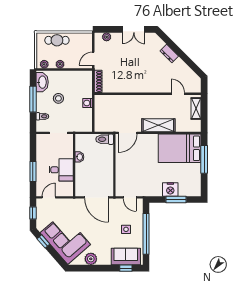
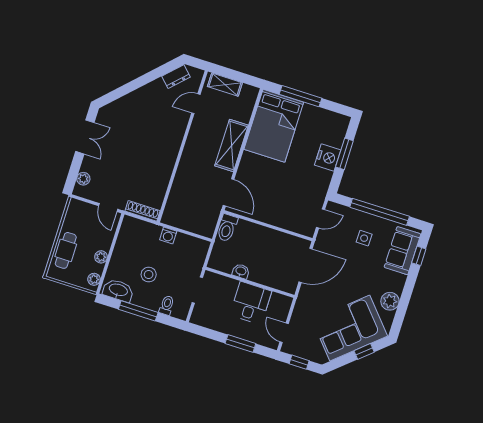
dresser: (169, 53) -> (176, 77), moved
window: (43, 241) -> (364, 351), moved

